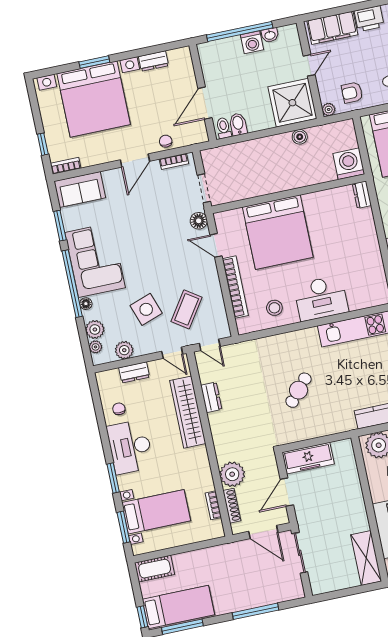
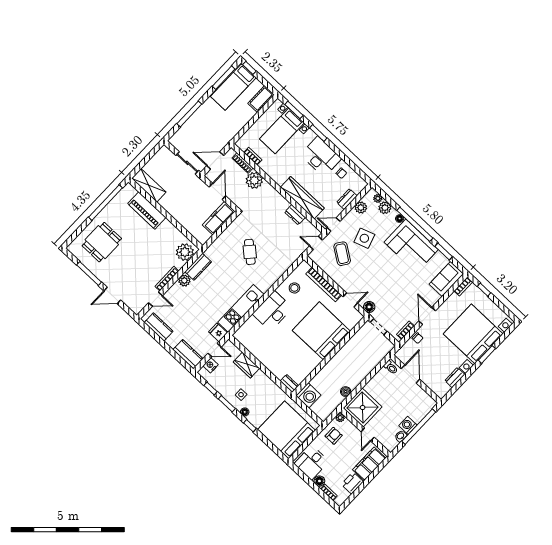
bidet: (238, 124) -> (384, 375), removed

